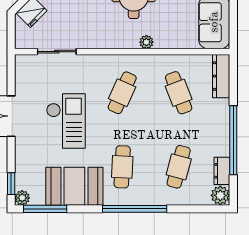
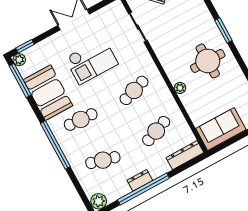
cafe table: (122, 93) -> (134, 90), turned -42
dresser: (222, 171) -> (140, 180), moved

